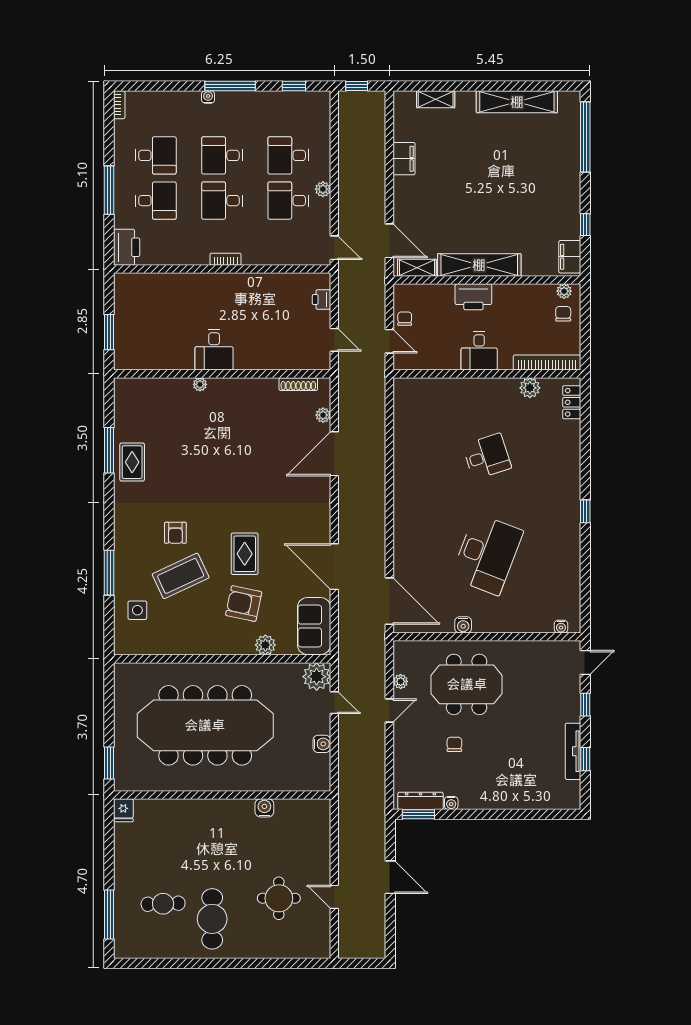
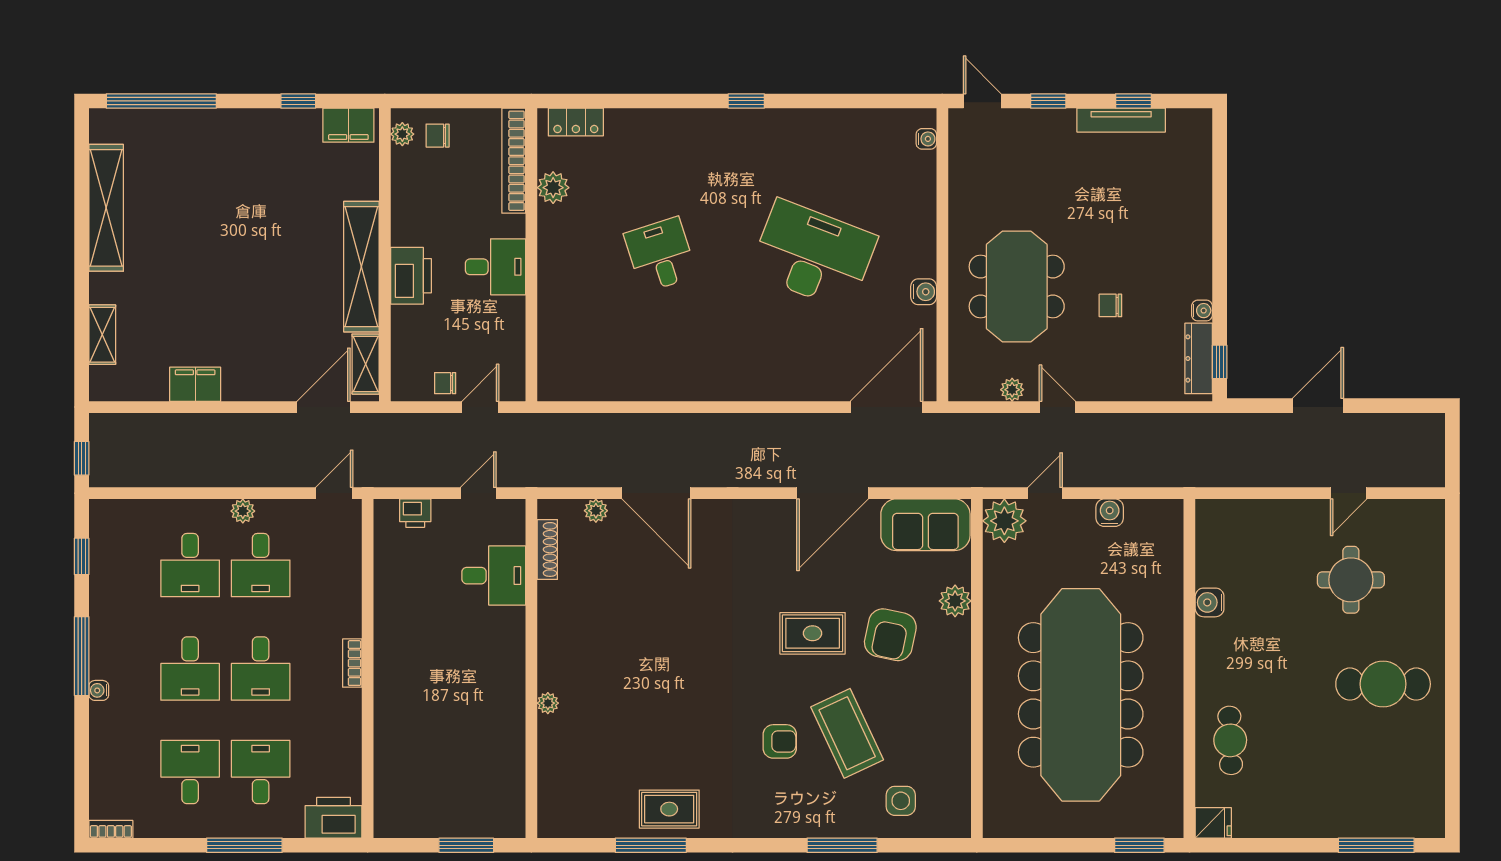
desk: (214, 350) -> (494, 576), moved
window: (418, 814) -> (1220, 362), width x0.67
cafe table: (163, 904) -> (1230, 740), moved

